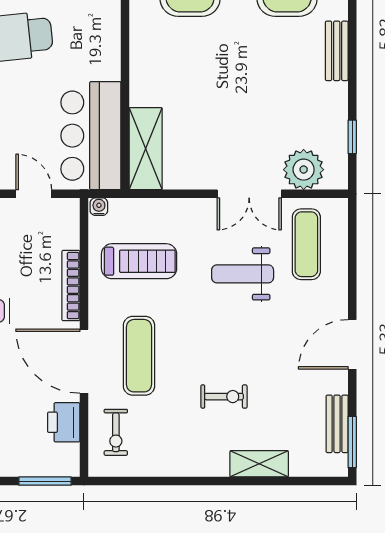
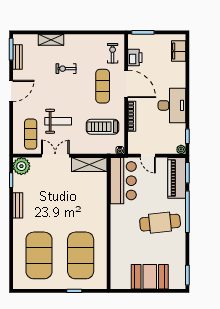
bench: (337, 51) -> (18, 205), moved
shelving: (146, 149) -> (89, 165), moved, turned 90
plant: (304, 170) -> (21, 166), moved

